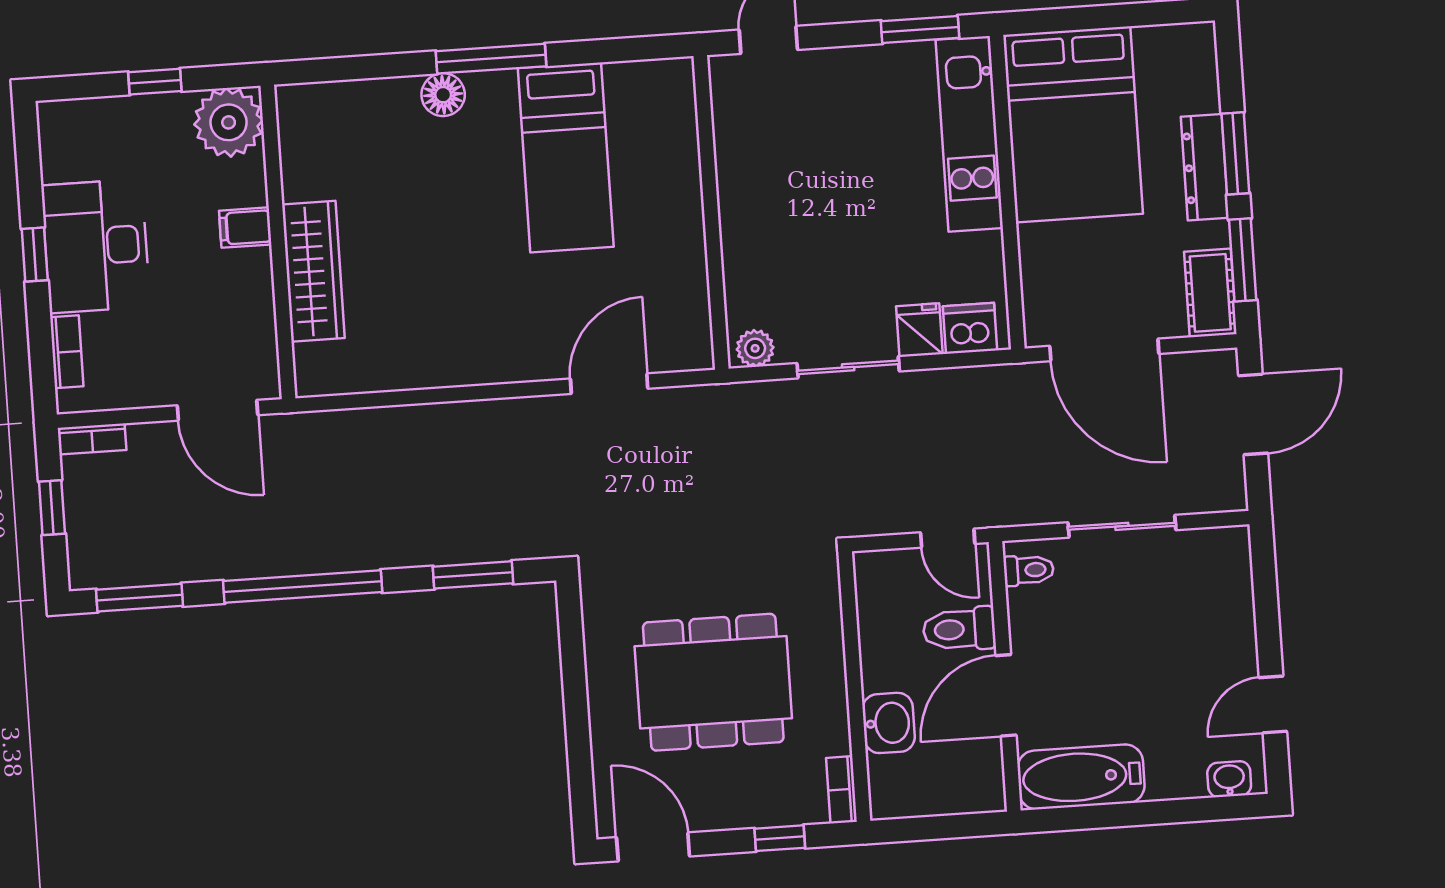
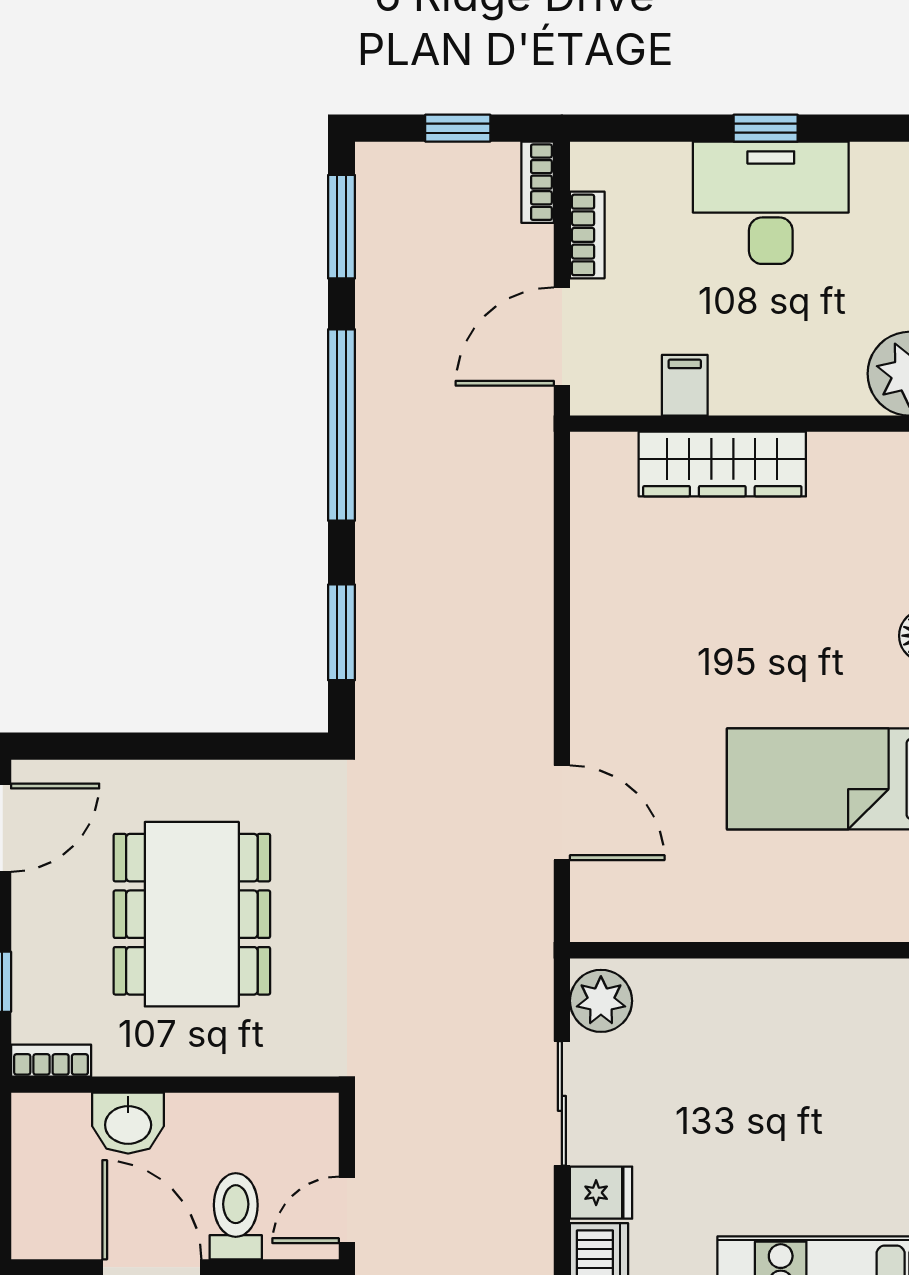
filing cabinet: (245, 228) -> (685, 385), moved
plant: (755, 348) -> (601, 1001), width x1.38, depth x1.38
bookcase: (67, 352) -> (587, 235), moved, turned -90

